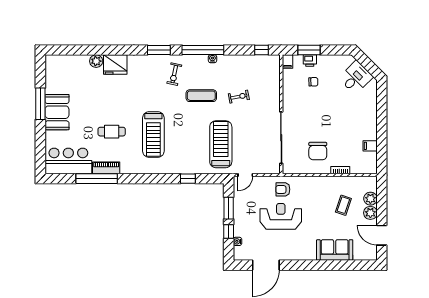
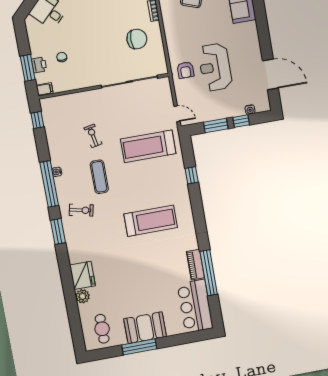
cafe table: (112, 132) -> (102, 329), moved

